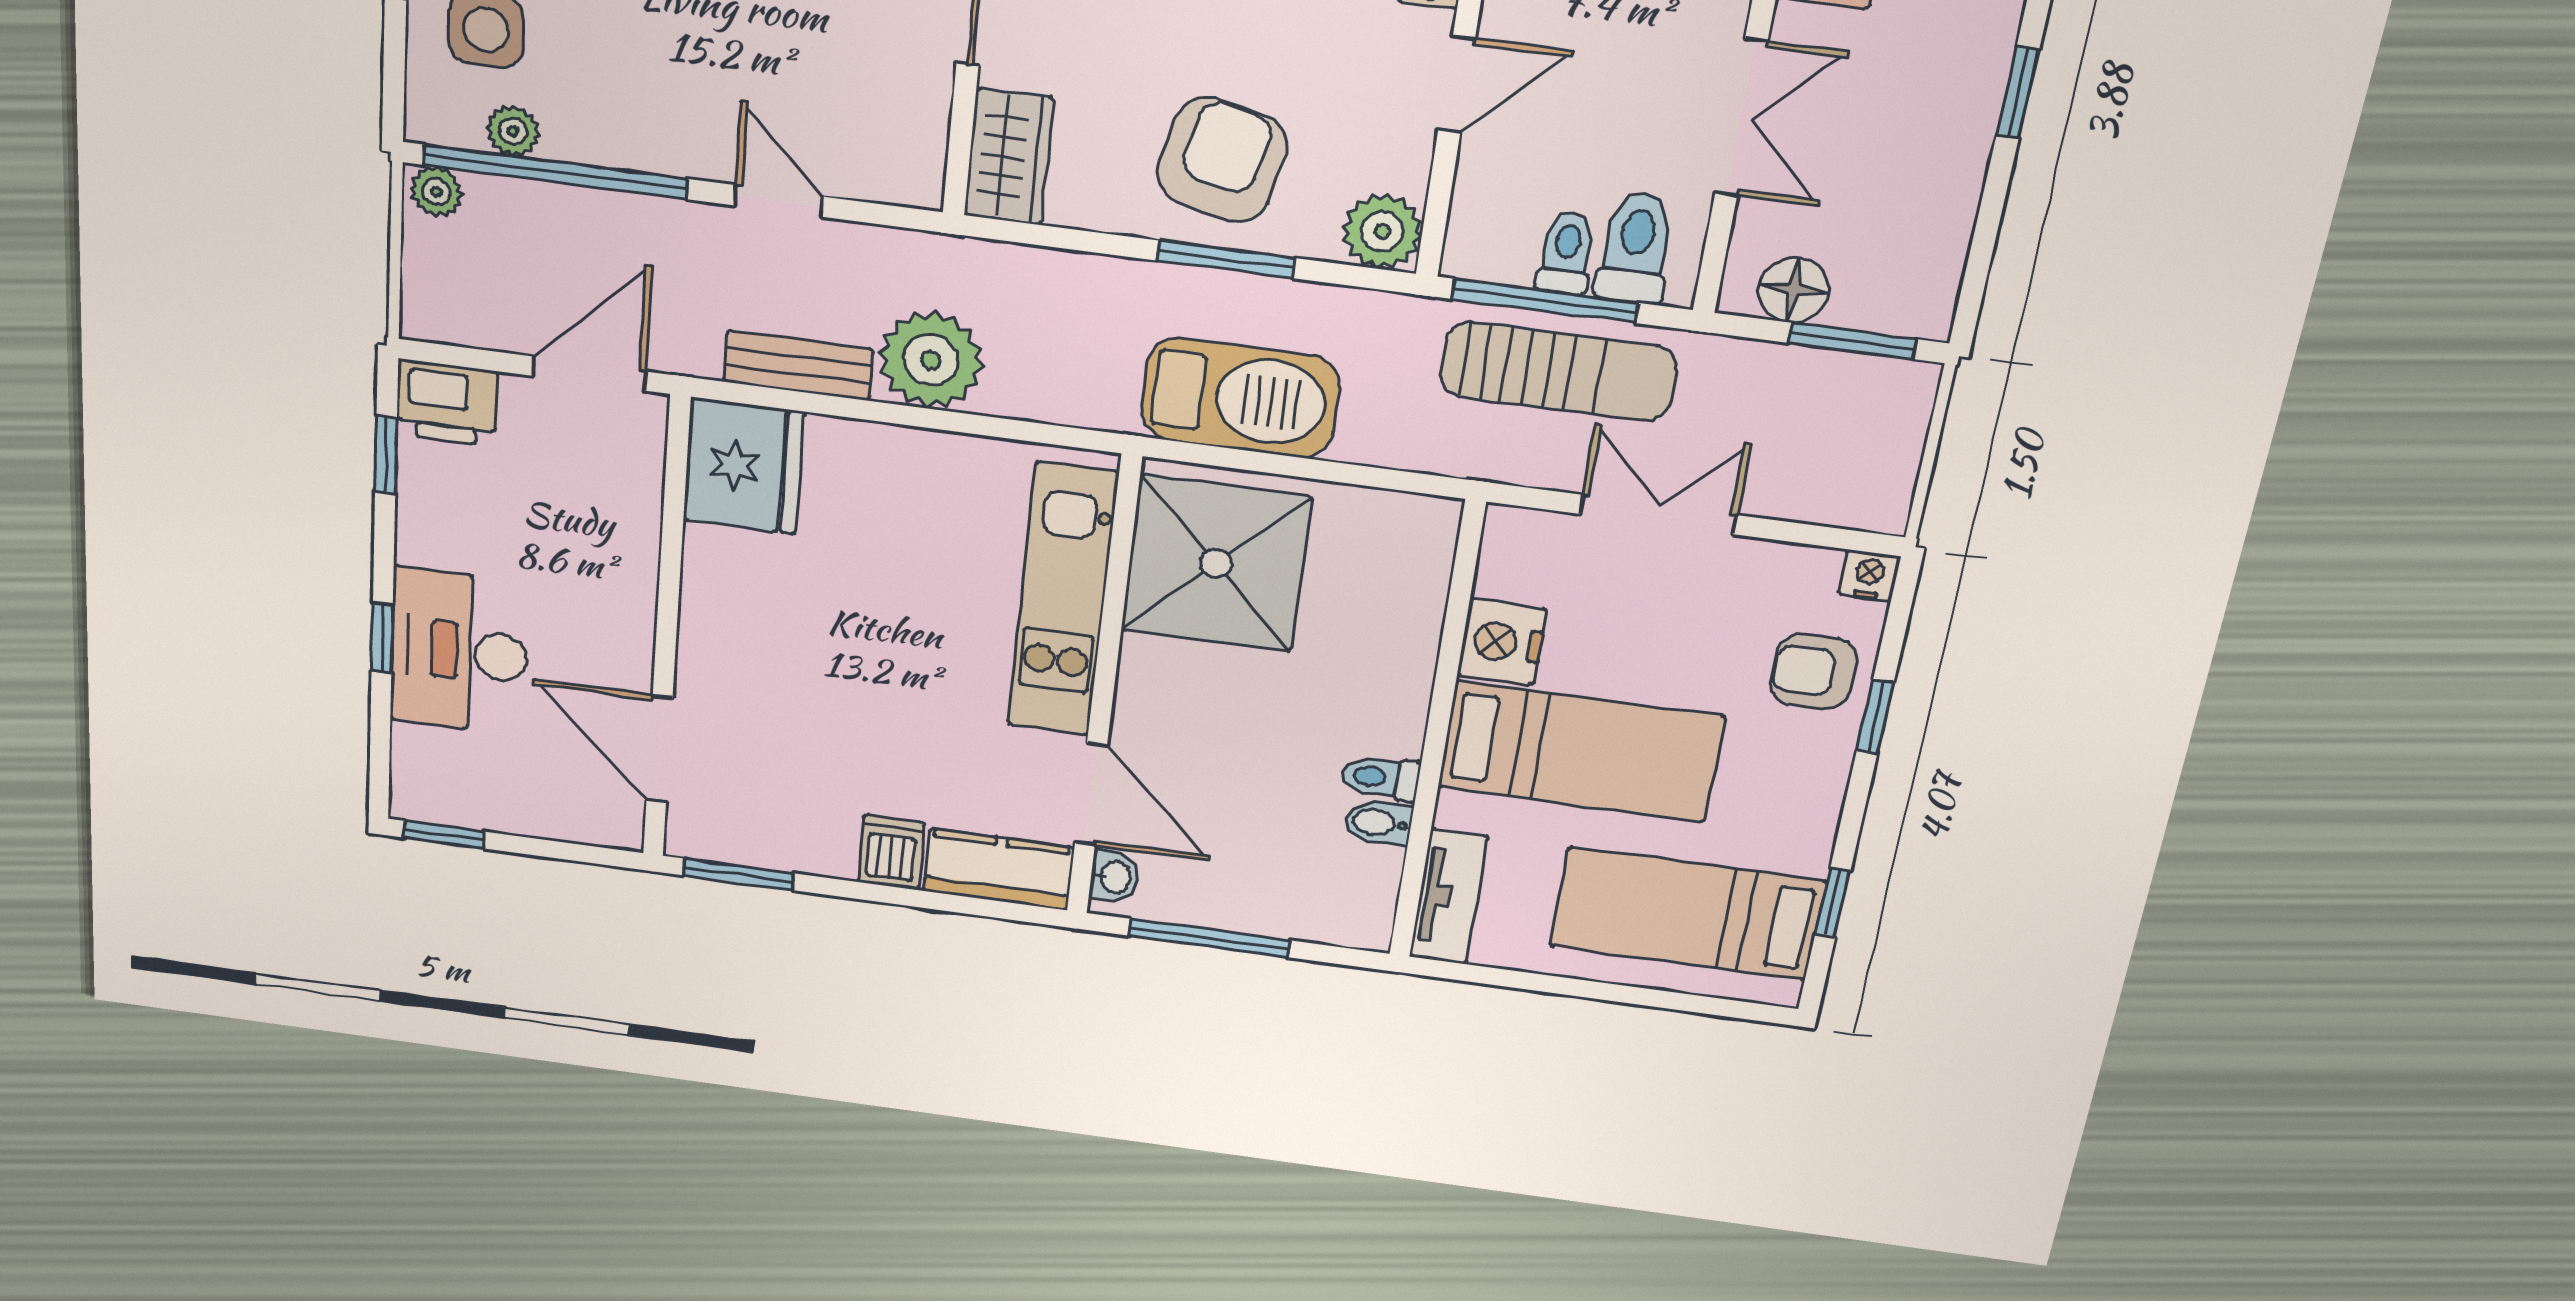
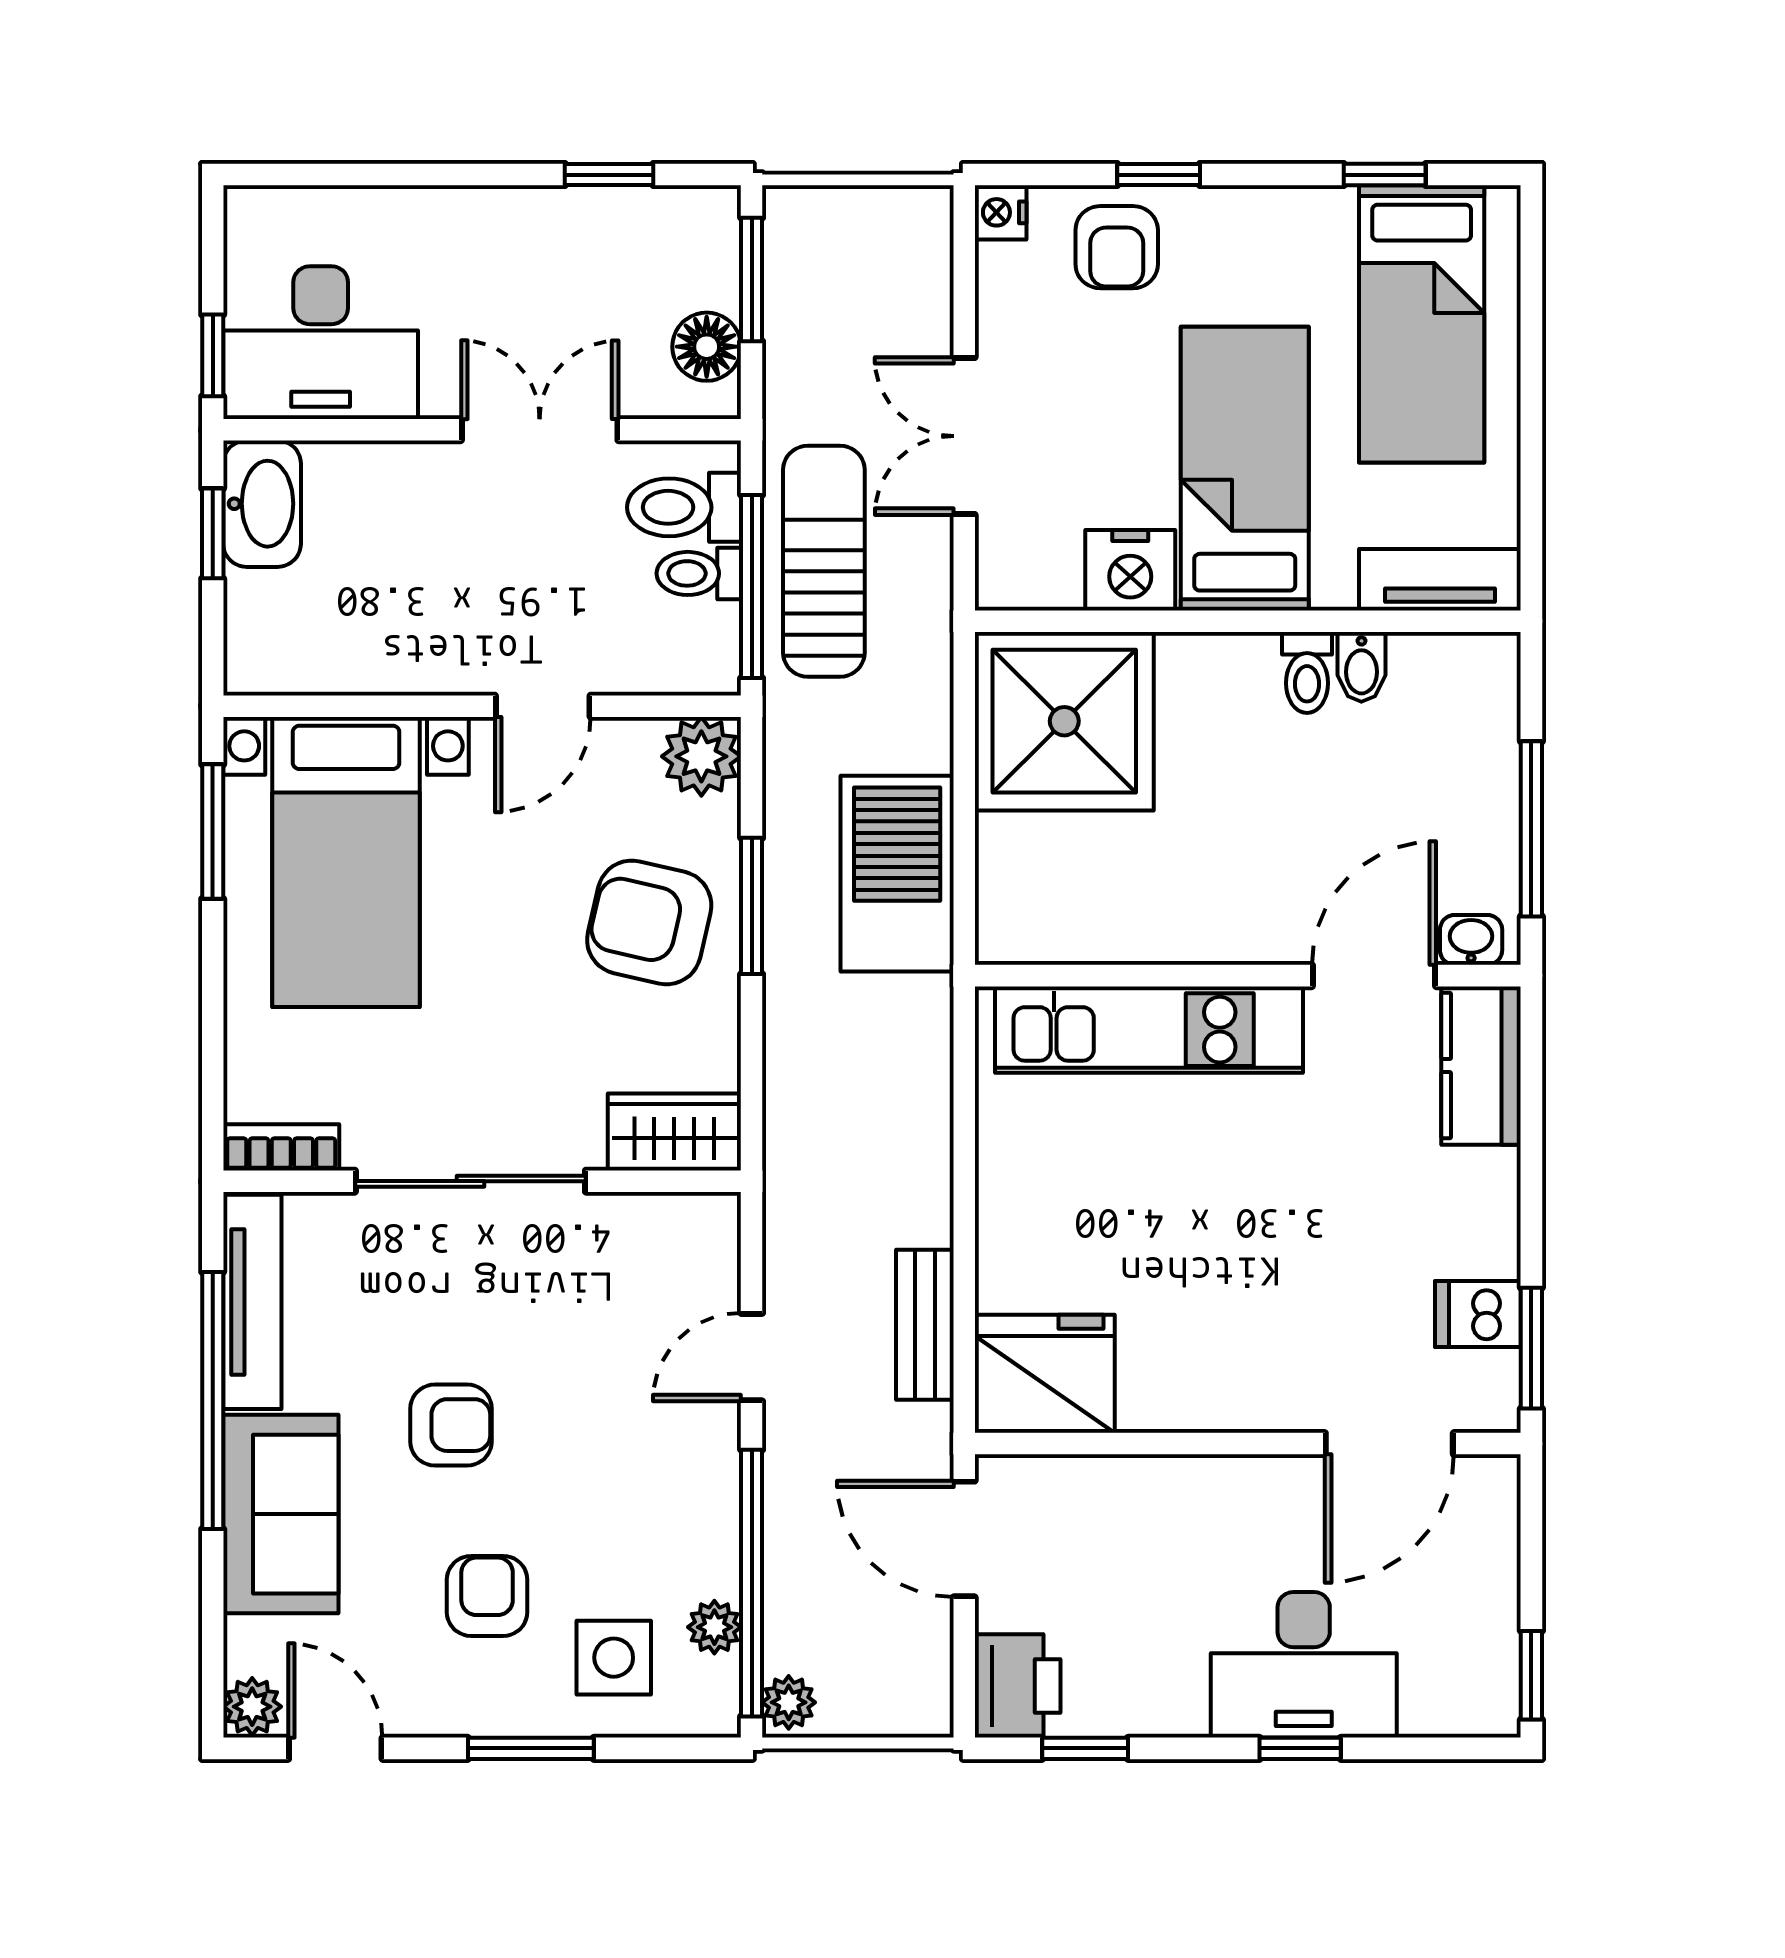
door: (1457, 84) -> (543, 706), swing flipped
window: (2018, 93) -> (609, 175), moved
plant: (931, 360) -> (900, 1190), removed
shower: (1216, 564) -> (1064, 721), moved
dishwasher: (891, 852) -> (1478, 1314), moved

